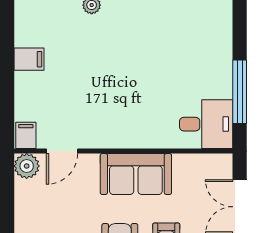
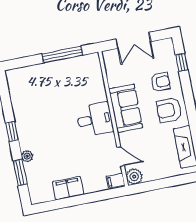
filing cabinet: (29, 59) -> (68, 188), width x2.00
desk: (206, 124) -> (95, 120), moved, turned 90

